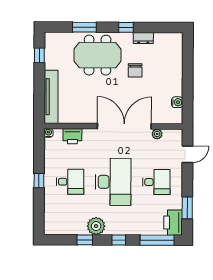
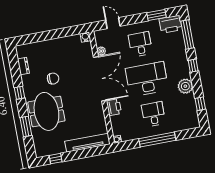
dresser: (143, 38) -> (23, 66), moved
water cooler: (177, 102) -> (85, 37), moved
double door: (124, 126) -> (100, 79), swing flipped
printer: (72, 136) -> (114, 107), moved
window: (39, 181) -> (157, 140), width x3.17
window: (85, 240) -> (200, 104), moved

